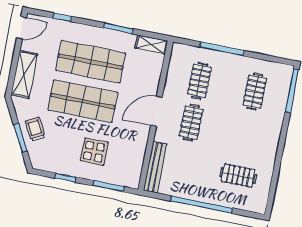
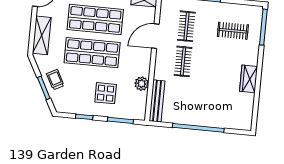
clothes rail: (255, 92) -> (233, 31), turned 90
door: (156, 111) -> (155, 36), moved
plant: (139, 144) -> (142, 84), added
wardrobe: (268, 152) -> (249, 79), added
clothes rail: (238, 176) -> (226, 101), removed

